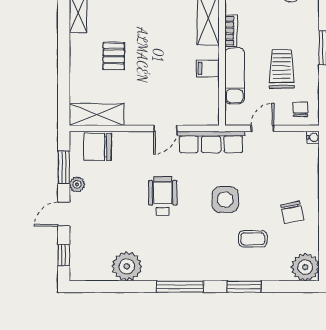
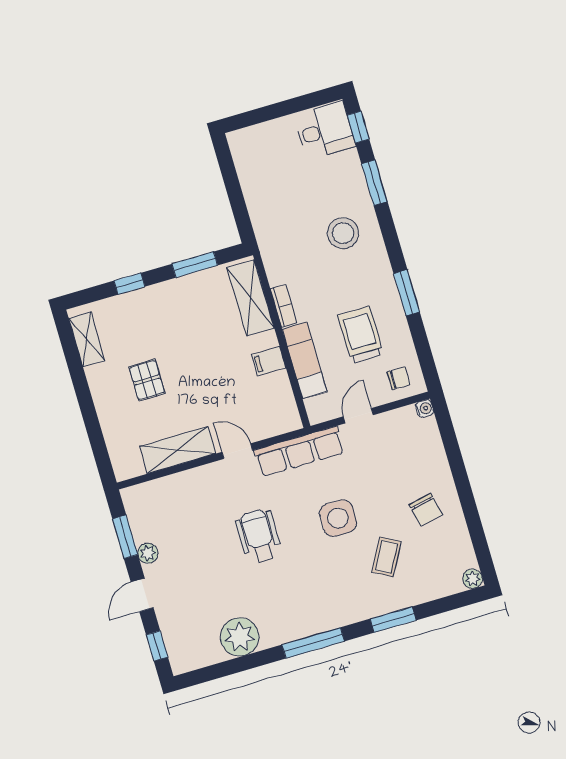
chair: (300, 109) -> (399, 378), turned 90
shelving: (97, 115) -> (178, 450), moved
door: (165, 128) -> (237, 451), swing flipped
chair: (98, 147) -> (160, 499), removed
coffee table: (253, 239) -> (386, 557), turned -61
plant: (305, 267) -> (473, 579), width x0.53, depth x0.53

